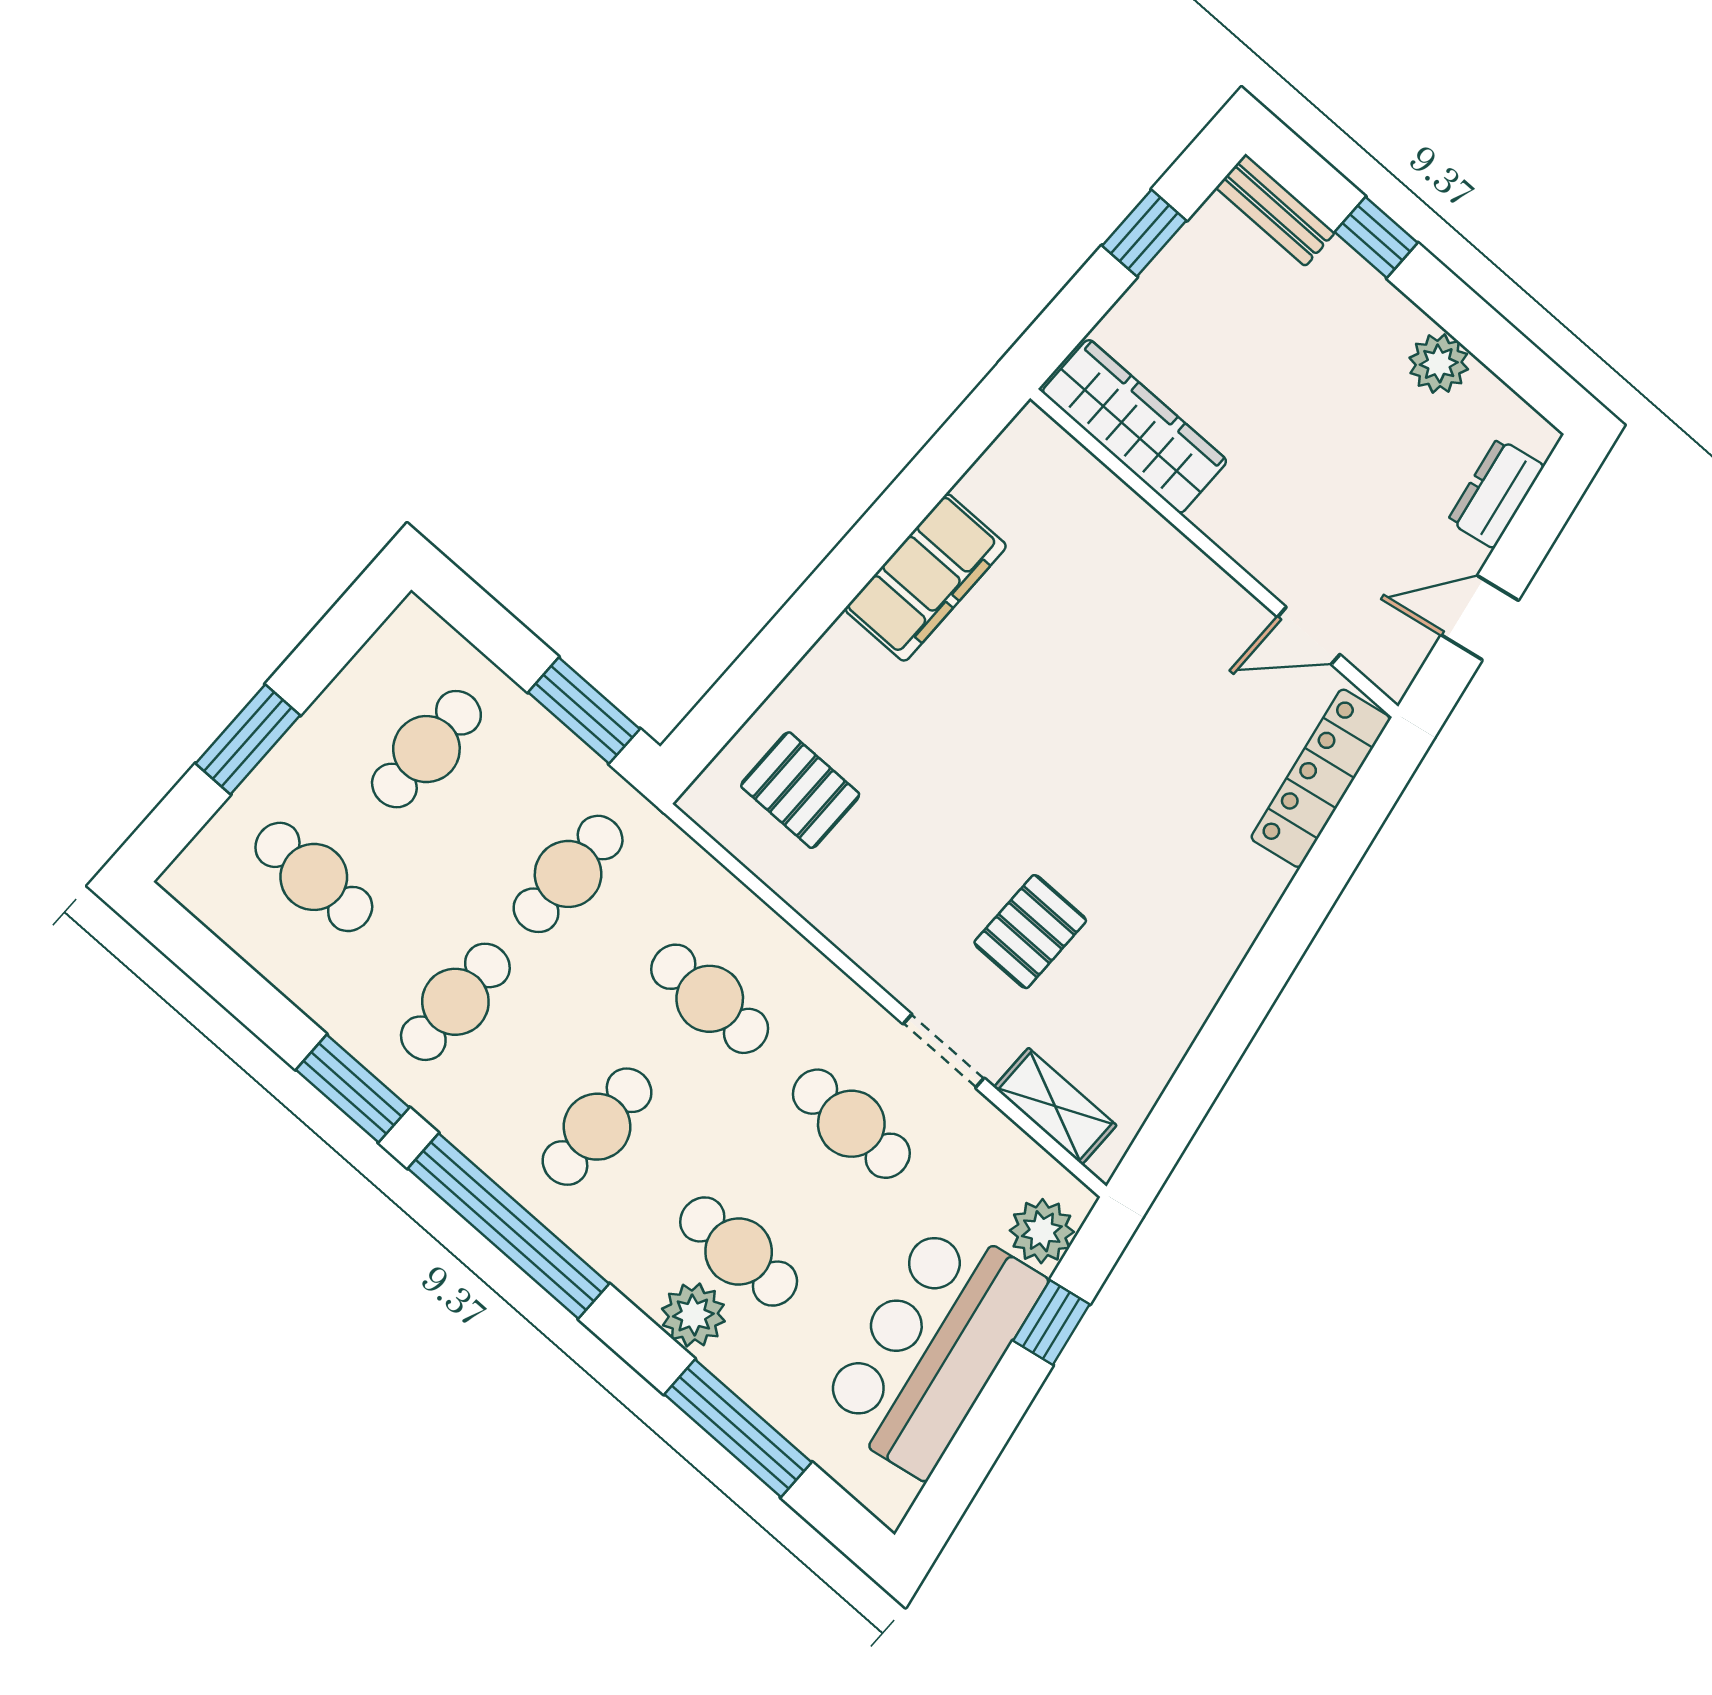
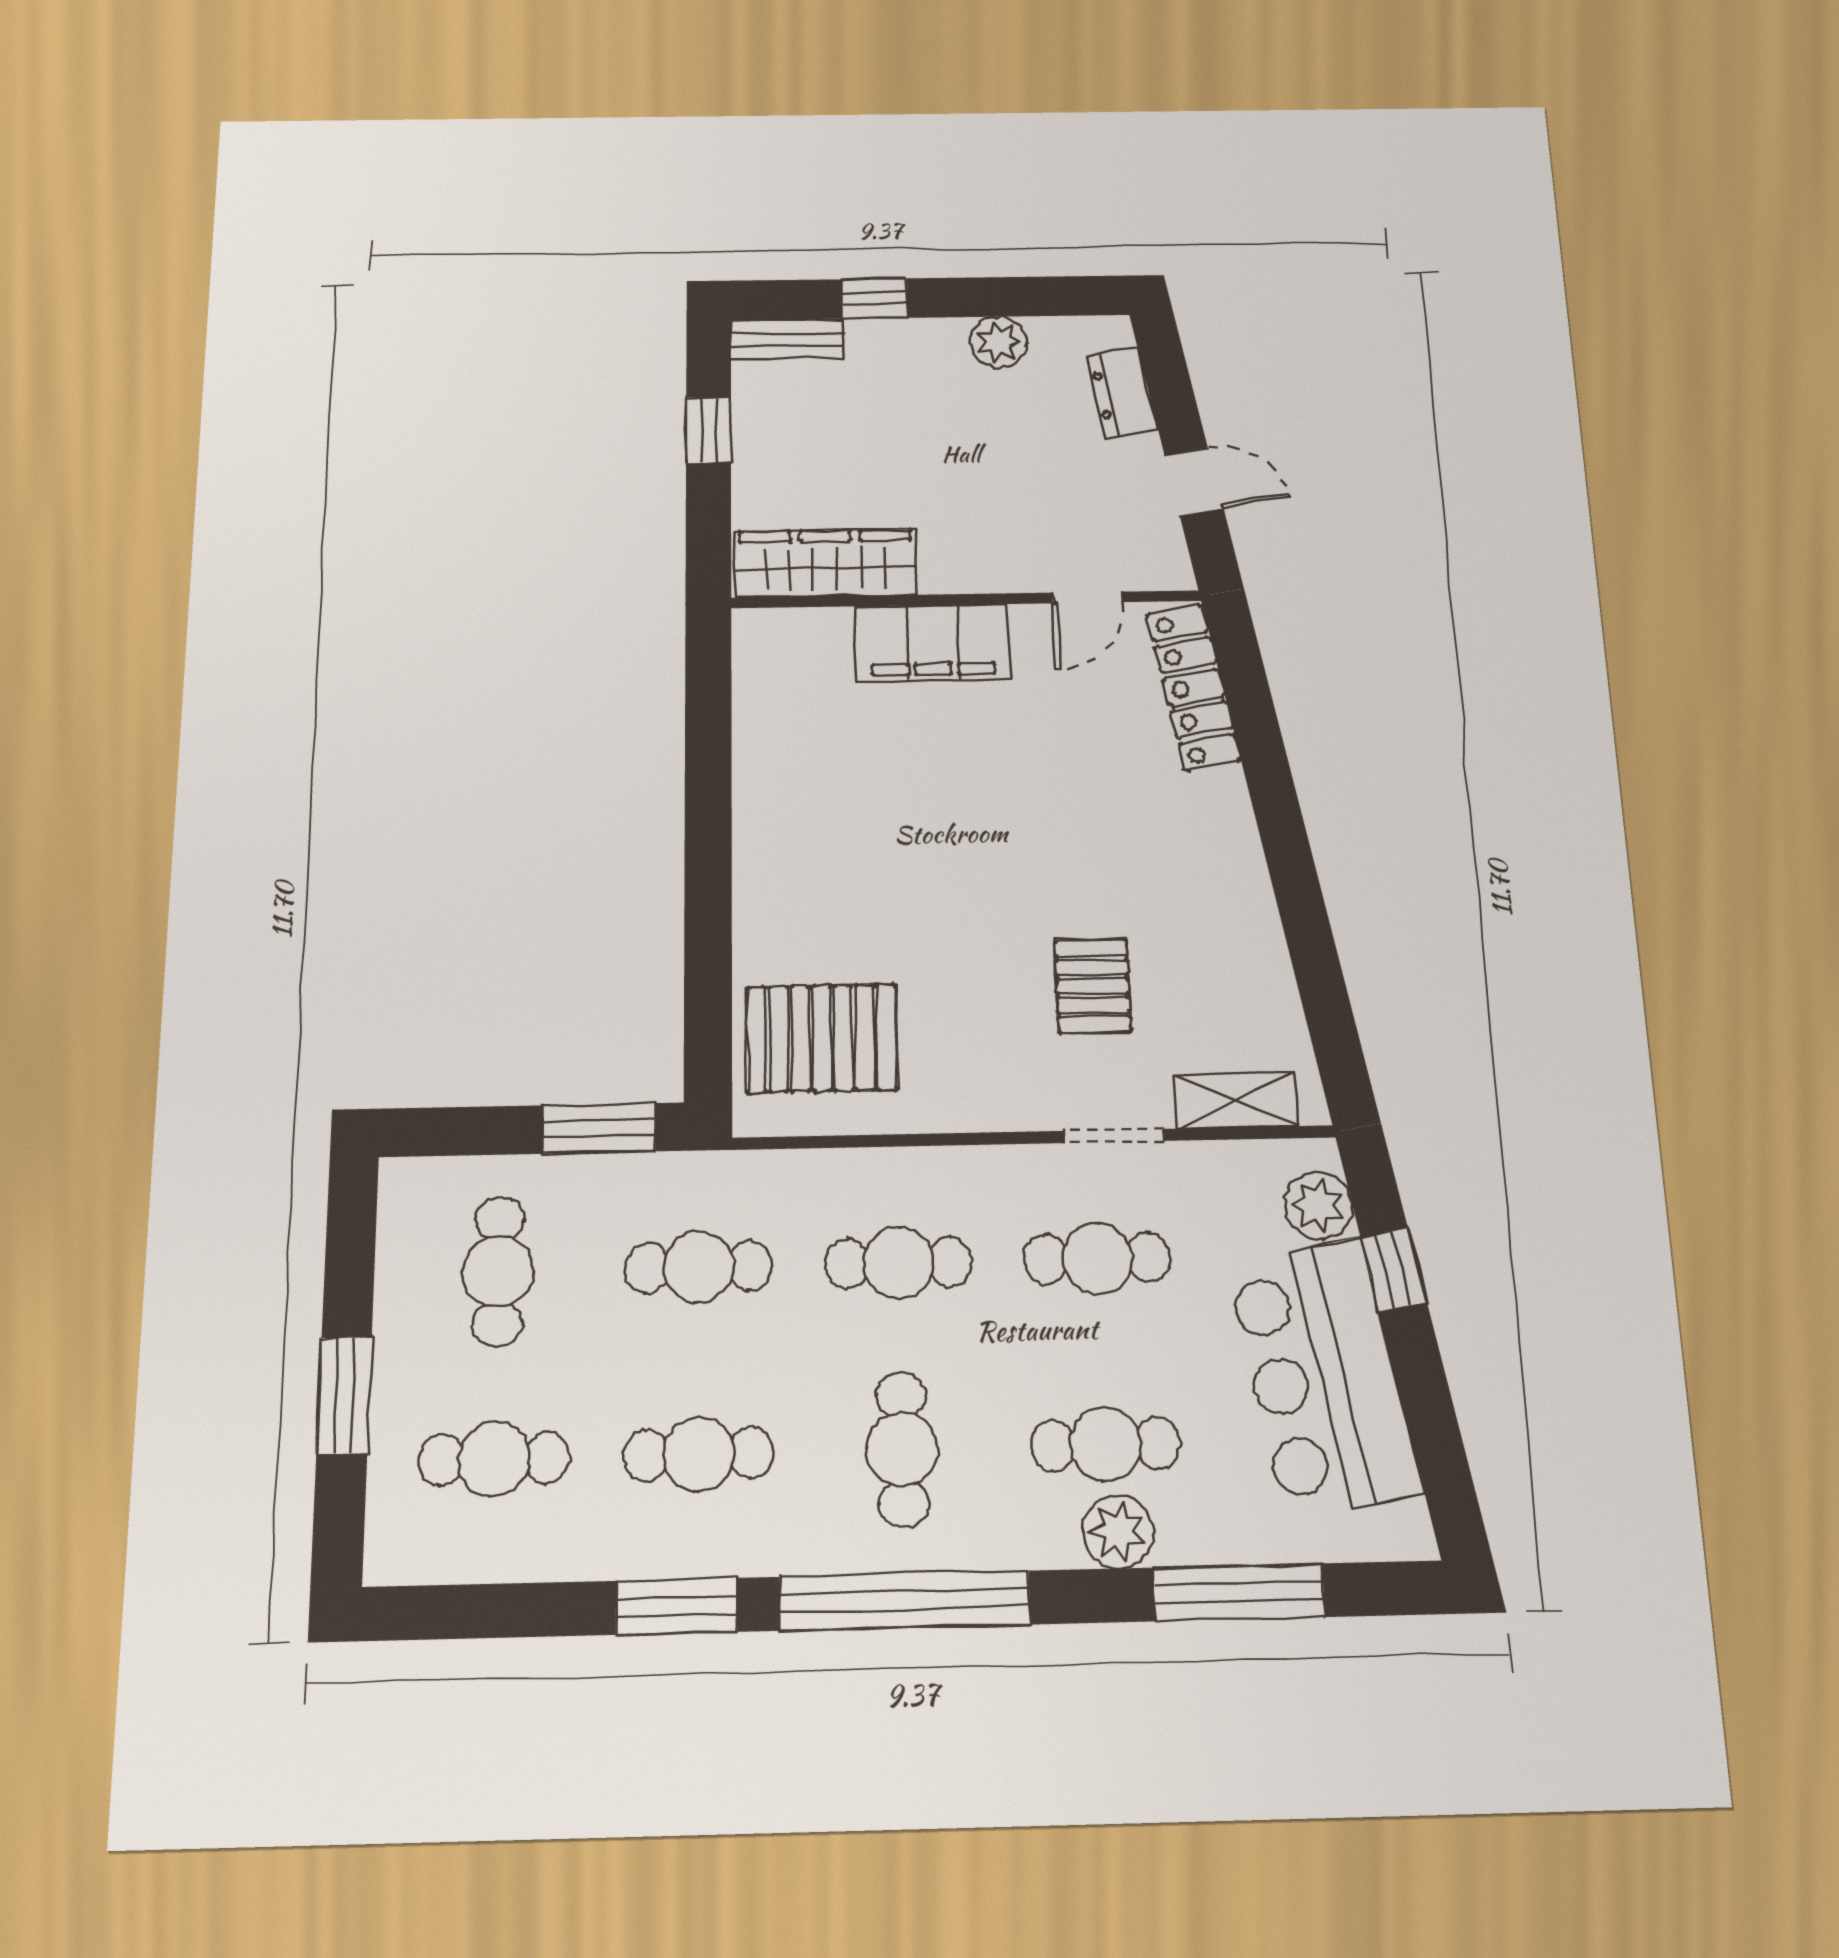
filing cabinet: (926, 578) -> (933, 643), moved, turned 90
door: (1480, 618) -> (1194, 482), swing flipped
pallet: (800, 790) -> (822, 1038), width x1.50, depth x1.42
cafe table: (568, 874) -> (699, 1267), turned 90
cafe table: (455, 1002) -> (699, 1454), turned 90

